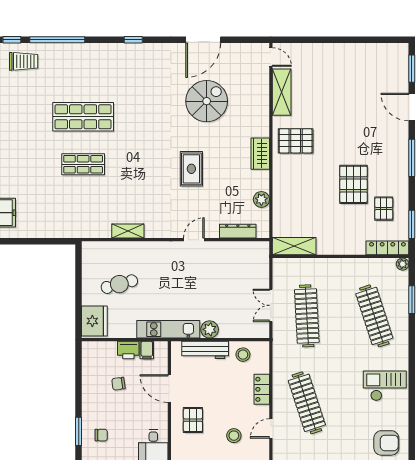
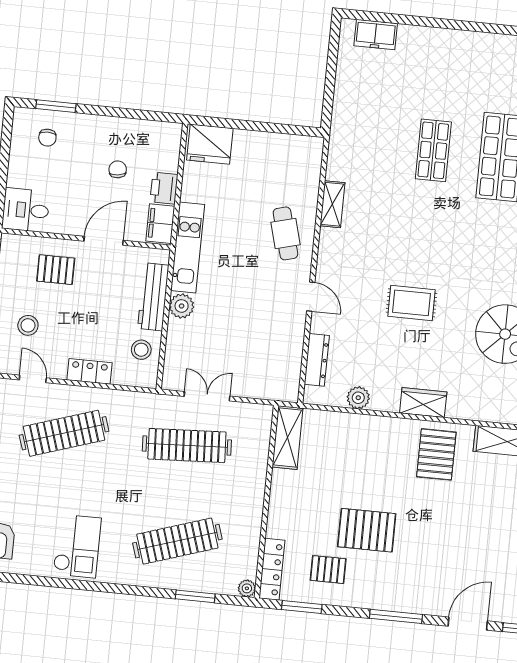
cafe table: (119, 284) -> (285, 233), moved
filing cabinet: (147, 350) -> (160, 224), width x2.00

